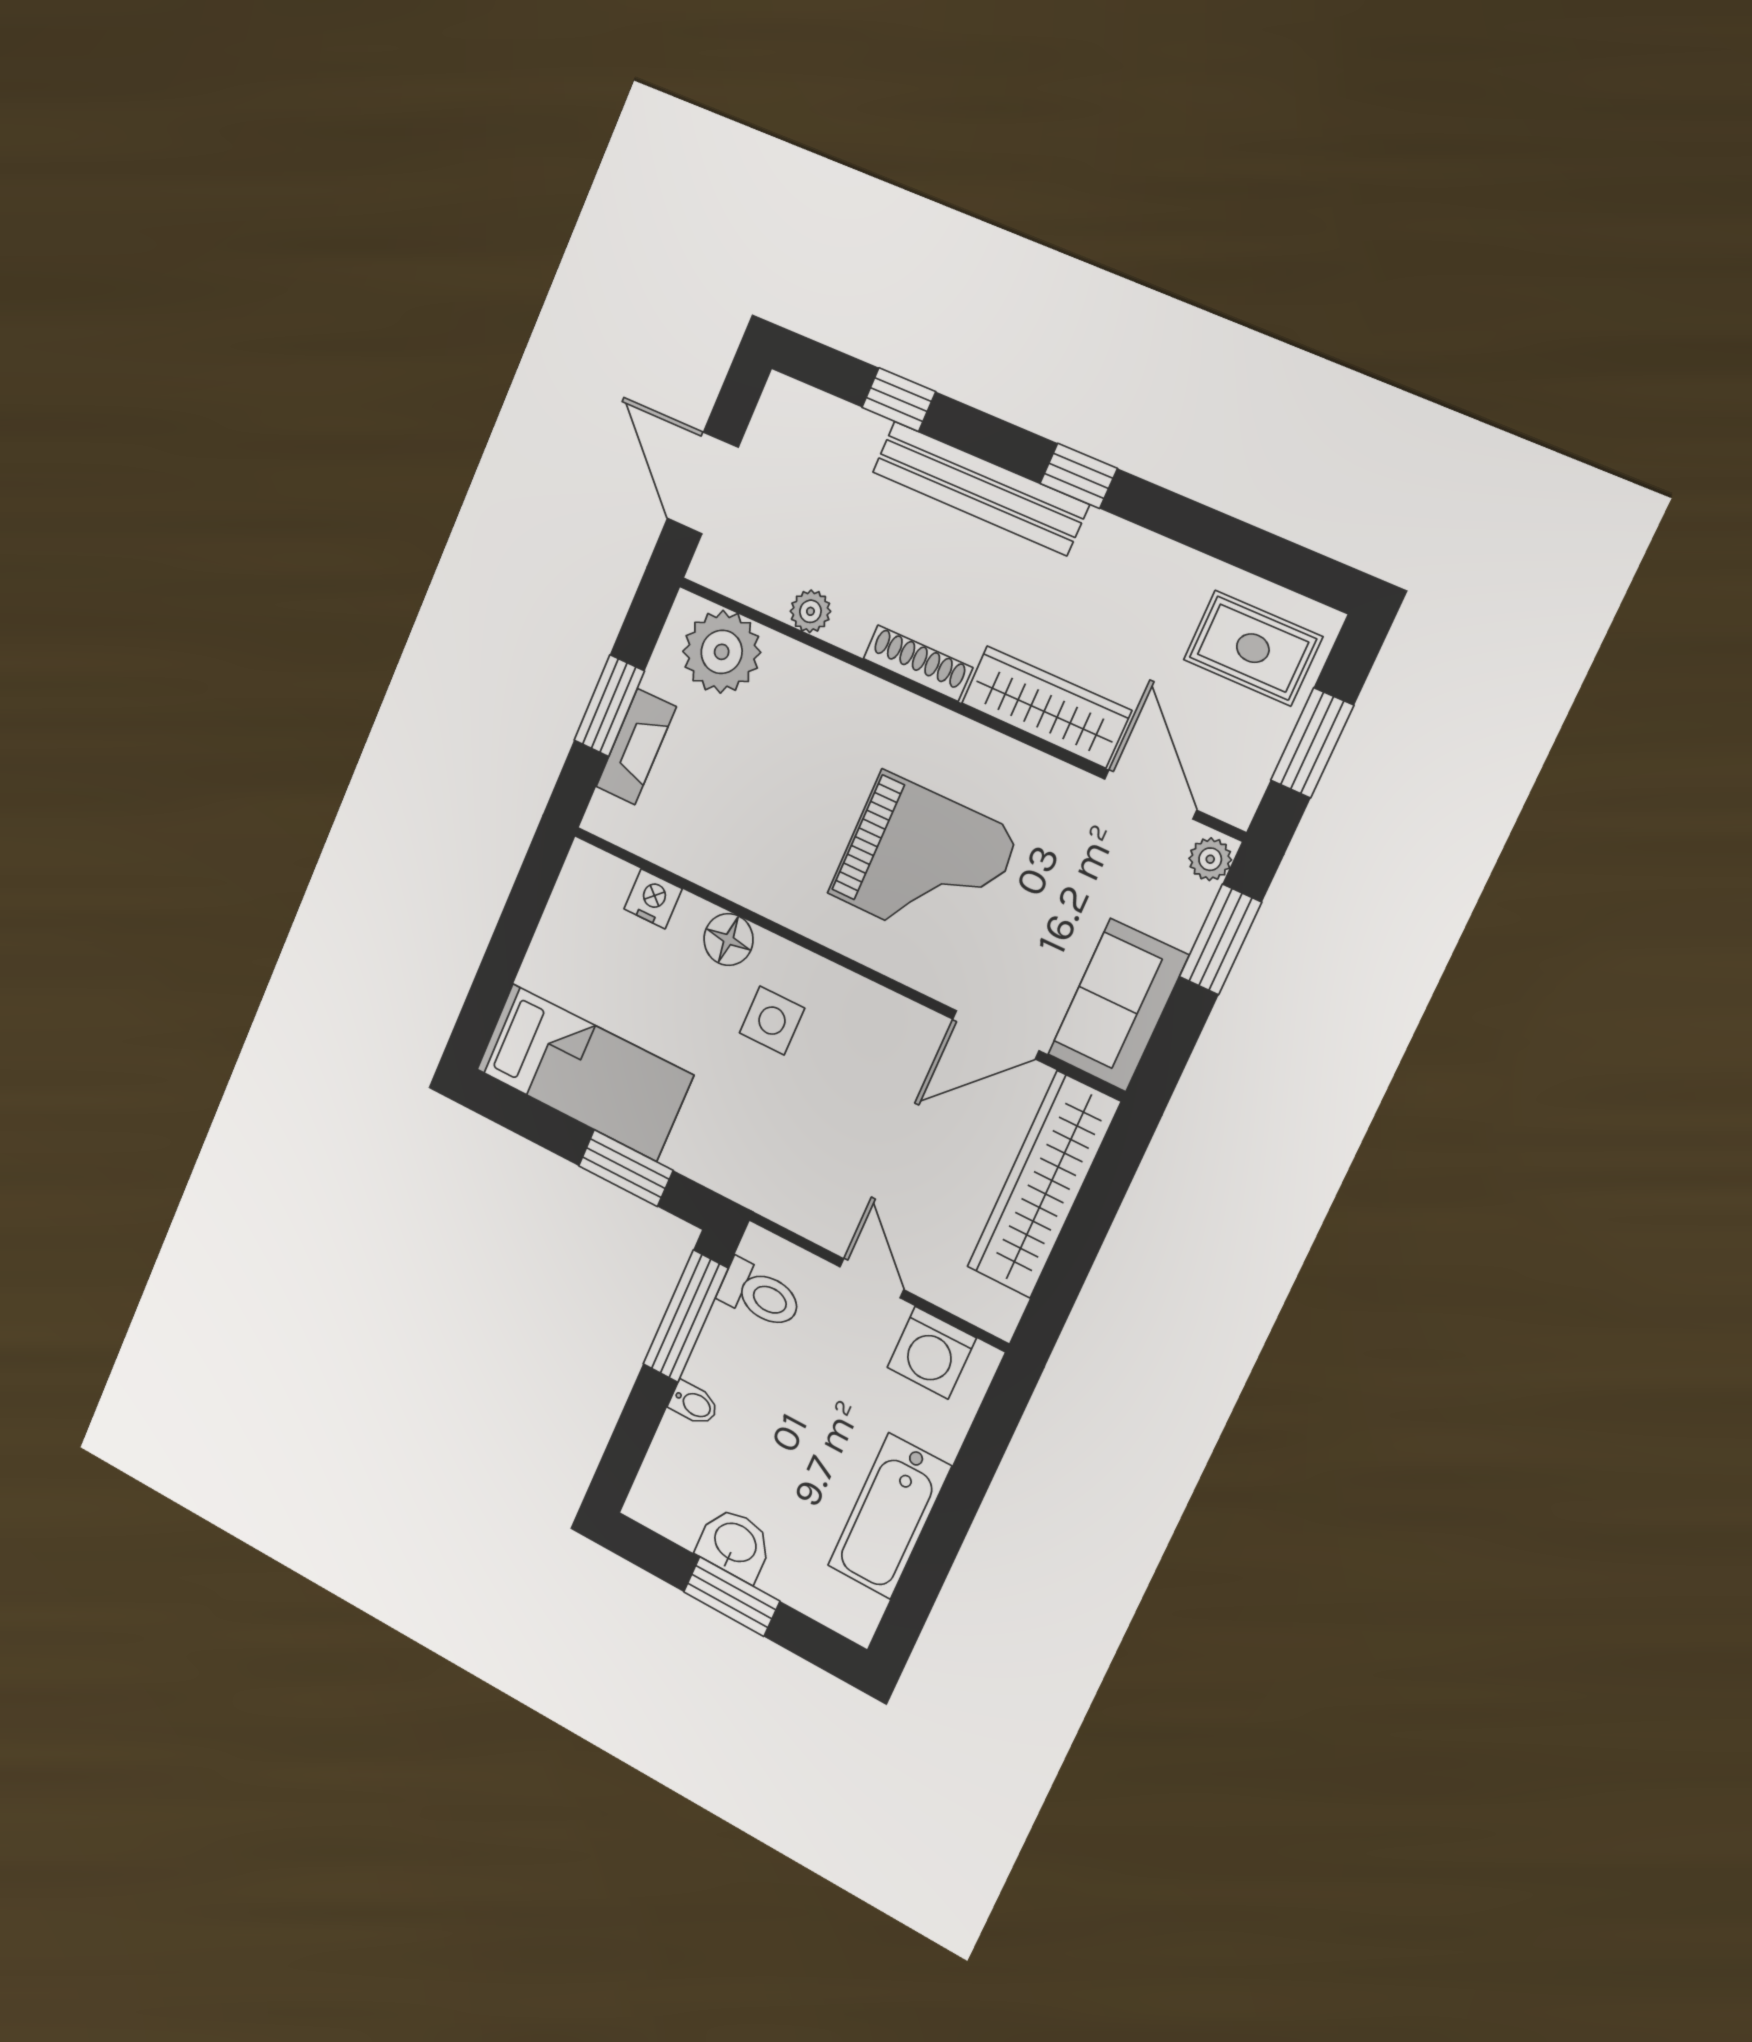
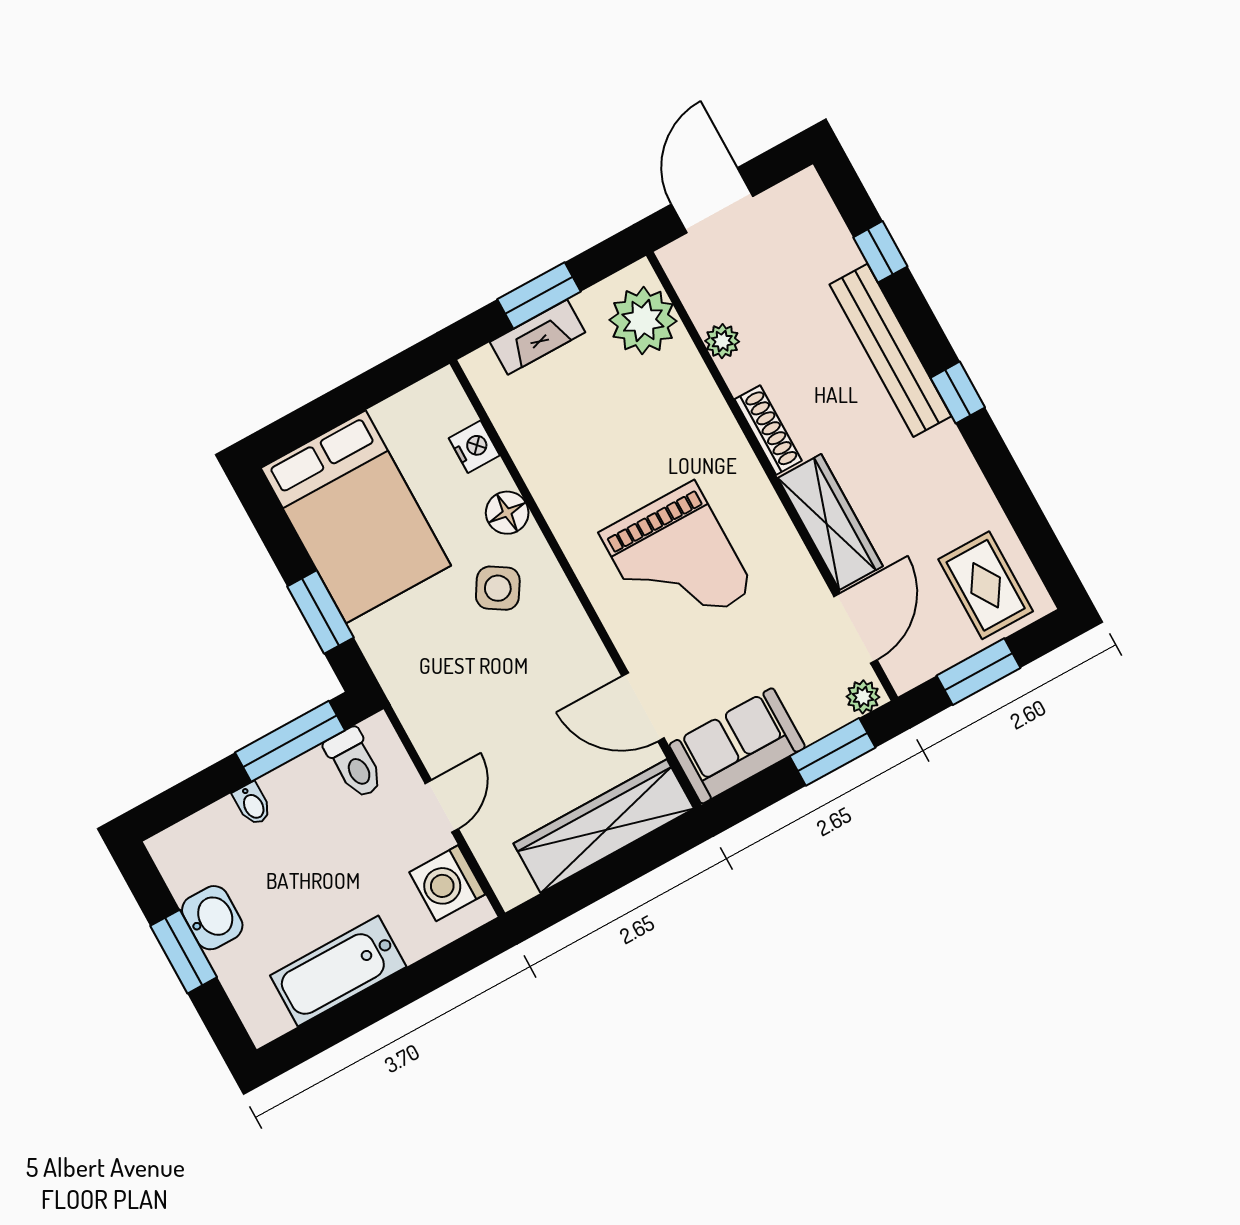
side table: (772, 1021) -> (498, 588), turned 32
bed: (584, 1072) -> (356, 517), width x1.50

